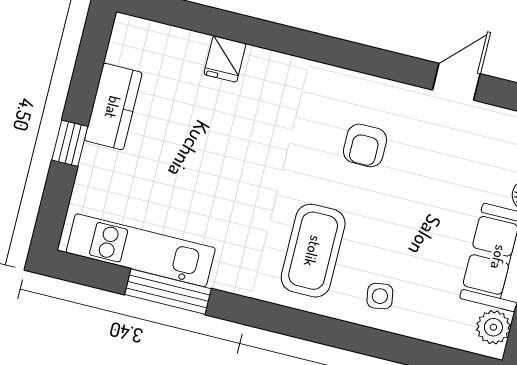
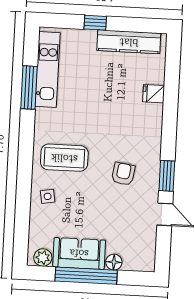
window: (385, 64) -> (167, 176), added
kitchen counter: (113, 107) -> (129, 42), width x1.50
armchair: (365, 145) -> (123, 174), turned 99

